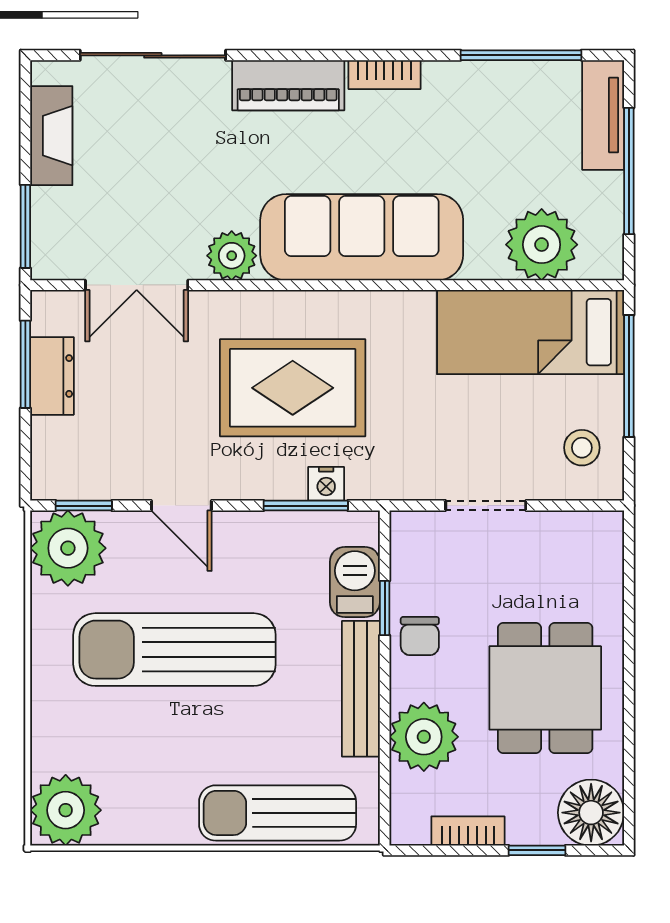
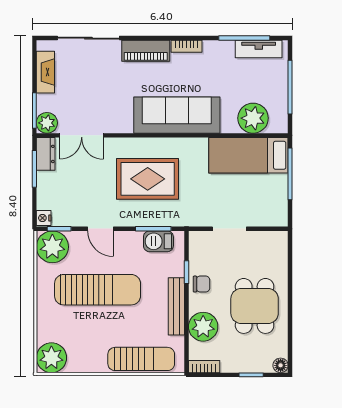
tv unit: (603, 115) -> (259, 49), moved, turned -90
plant: (232, 256) -> (47, 123), moved
dresser: (52, 376) -> (46, 154), moved
stool: (582, 448) -> (270, 204), removed
nightstand: (326, 484) -> (44, 218), moved, turned 90
barbecue: (355, 582) -> (158, 241), moved, turned -90
chair: (420, 636) -> (201, 284), turned -90
sun lounger: (174, 650) -> (98, 290), turned 180
sun lounger: (278, 813) -> (141, 359), turned 180
floor lamp: (591, 813) -> (281, 365), width x0.53, depth x0.53
bookcase: (468, 831) -> (204, 367), moved

